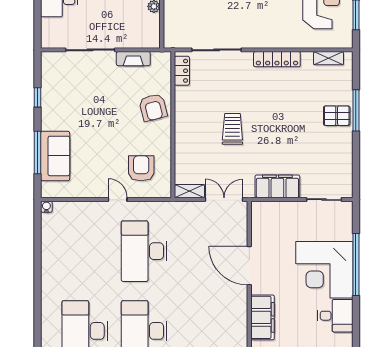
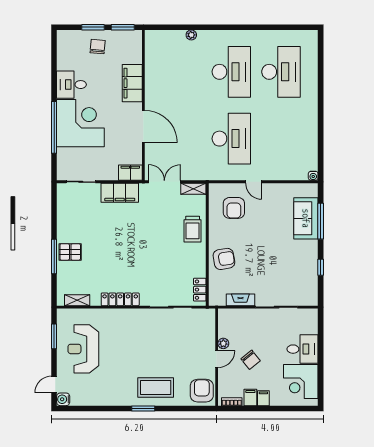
armchair: (153, 107) -> (224, 259), turned 94
trolley: (232, 129) -> (193, 229), moved
double door: (224, 200) -> (164, 182), swing flipped
filing cabinet: (265, 210) -> (130, 173), added

